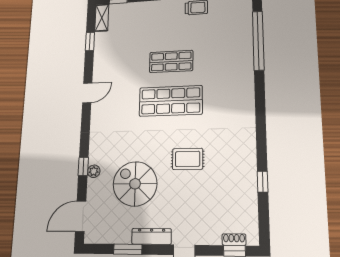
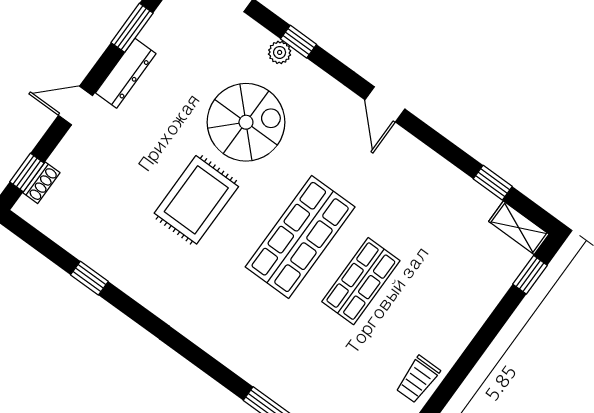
door: (87, 93) -> (385, 104), moved
rug: (188, 159) -> (196, 200), width x1.36, depth x1.43
spiral stairs: (135, 184) -> (246, 122), moved

